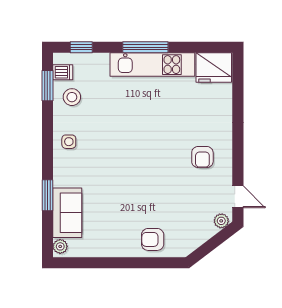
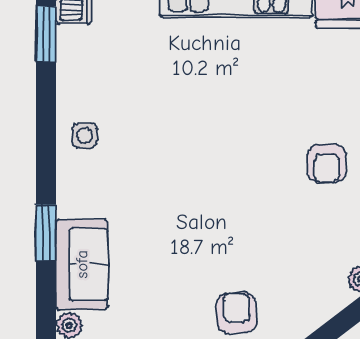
stool: (72, 97) -> (90, 55), removed
armchair: (153, 239) -> (237, 313), turned 87

